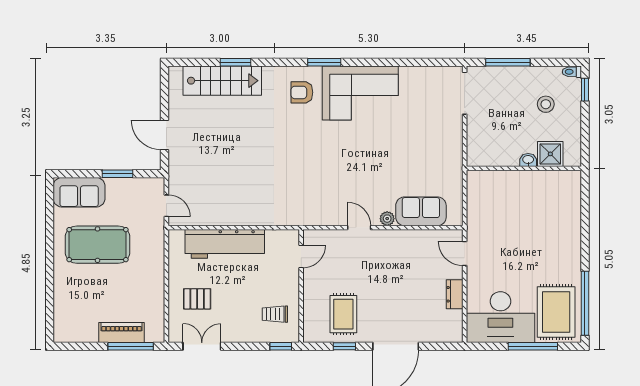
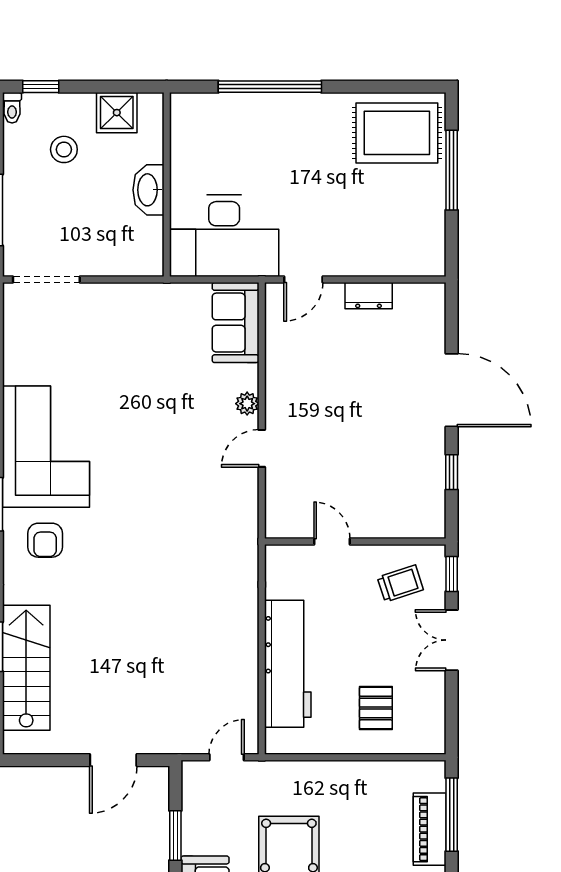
shower: (550, 154) -> (117, 113), moved
washbasin: (528, 160) -> (148, 190), width x1.91, depth x1.45
sofa: (421, 211) -> (236, 323), moved
door: (301, 256) -> (332, 541), moved
window: (585, 303) -> (270, 87), moved
trolley: (275, 314) -> (400, 584), turned -108
rug: (343, 314) -> (400, 474), removed
desk: (500, 317) -> (224, 236), moved, turned 90
double door: (202, 346) -> (452, 640), moved

